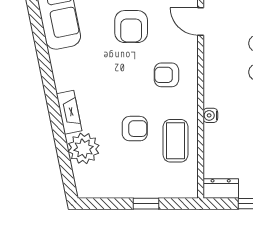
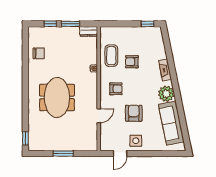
door: (201, 21) -> (99, 116), hinge flipped
plant: (84, 148) -> (166, 94), moved
window: (146, 204) -> (148, 24), moved

